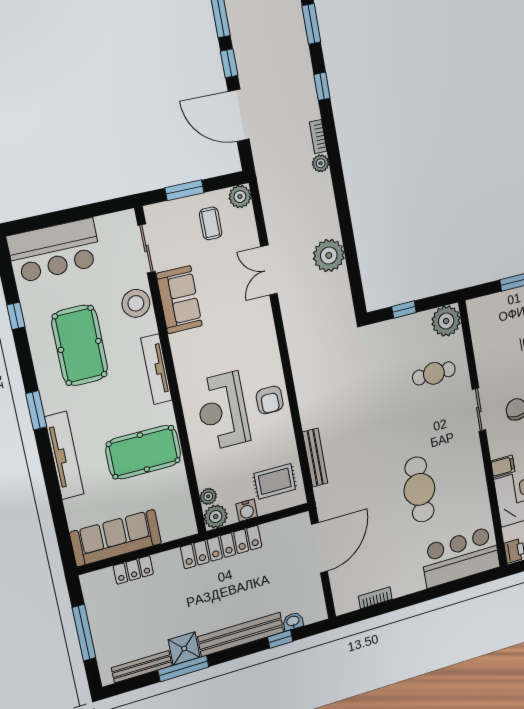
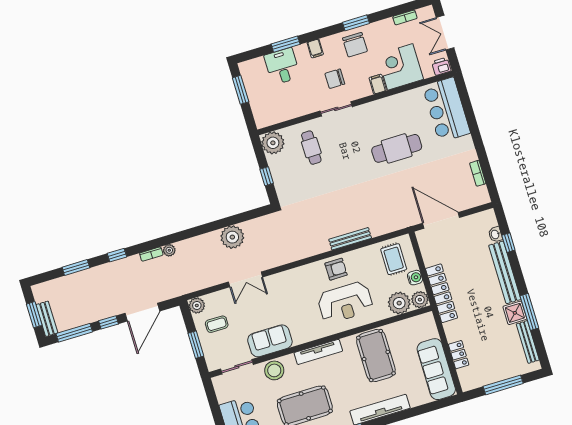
bench: (315, 458) -> (350, 239), moved
plant: (208, 496) -> (399, 303), width x1.88, depth x1.88

